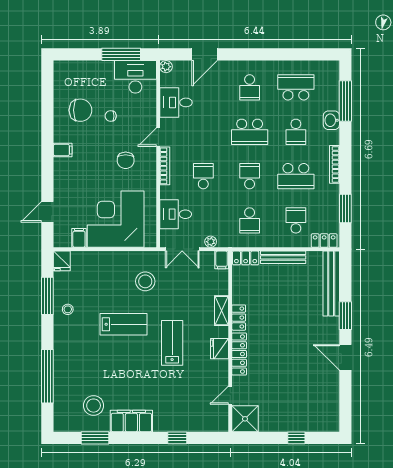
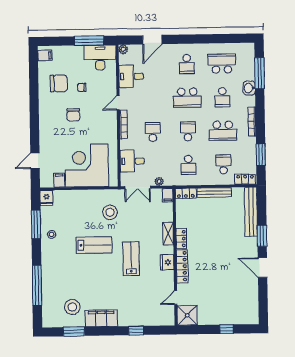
filing cabinet: (63, 150) -> (45, 56), moved
chair: (126, 160) -> (73, 115), moved

